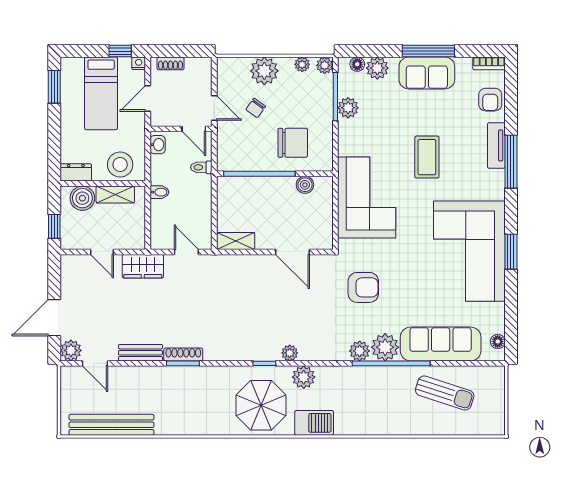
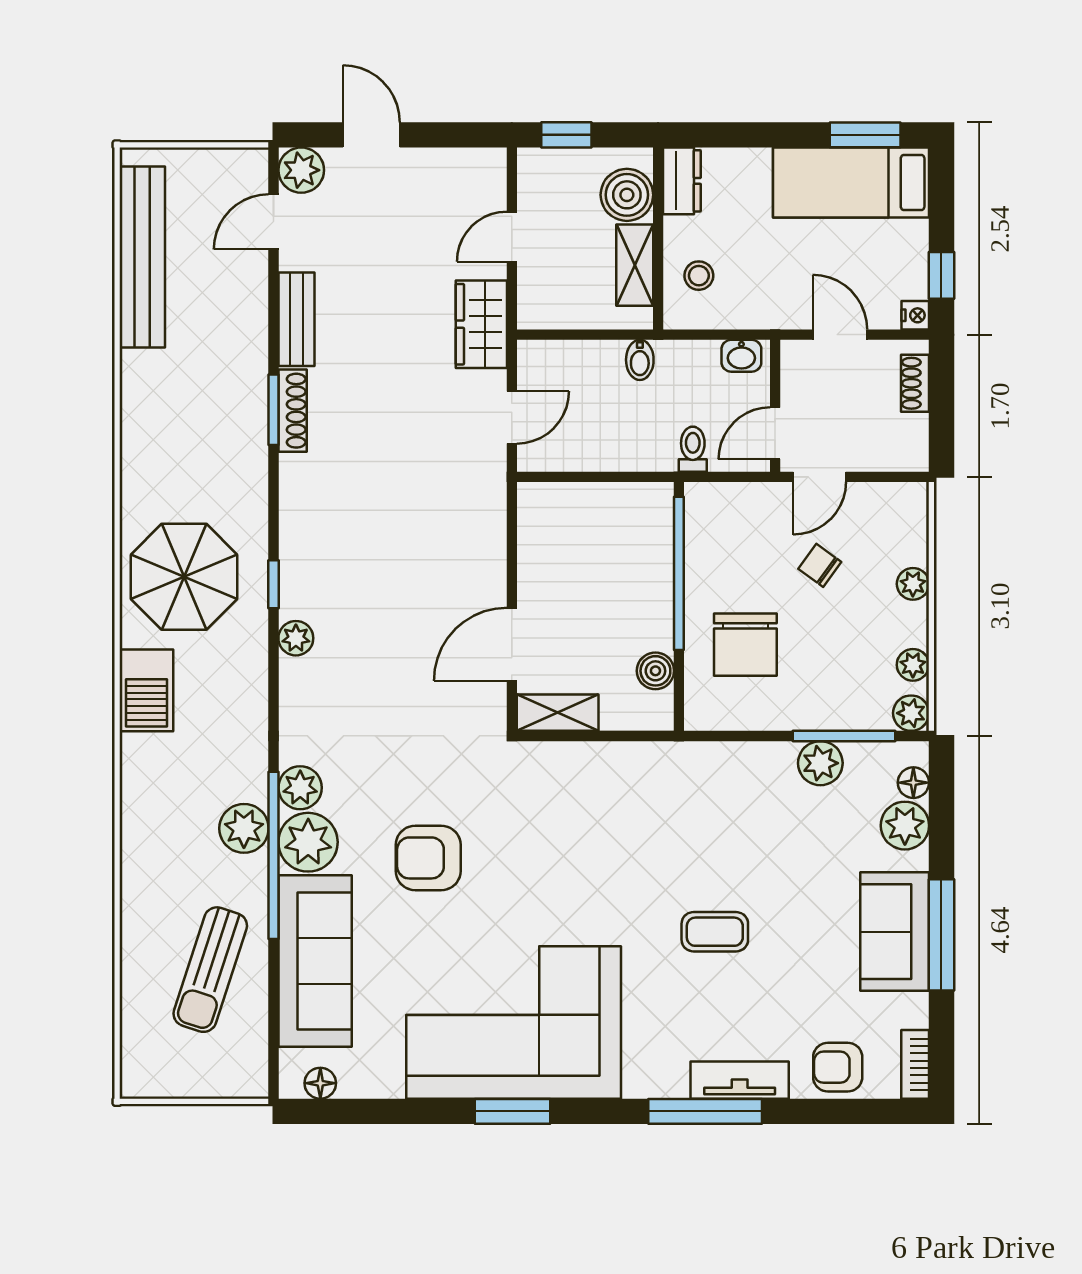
plant: (264, 71) -> (913, 584), width x0.53, depth x0.53
bed: (101, 93) -> (851, 183), moved
coffee table: (427, 157) -> (715, 932), width x0.73, depth x0.77
stool: (120, 165) -> (699, 276), width x0.53, depth x0.53
corner sofa: (367, 198) -> (628, 803), removed
shelving: (236, 241) -> (558, 713), moved, turned 90
armchair: (363, 287) -> (428, 858), moved, turned 90
door: (54, 318) -> (371, 135), width x0.73
plant: (304, 377) -> (244, 828), moved

